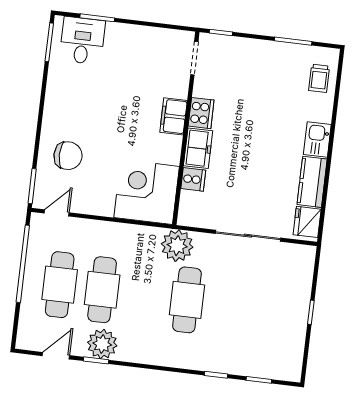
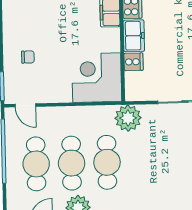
chair: (68, 156) -> (28, 57), width x0.54, depth x0.54
door: (57, 213) -> (25, 105), swing flipped
cafe table: (187, 300) -> (107, 162), moved

